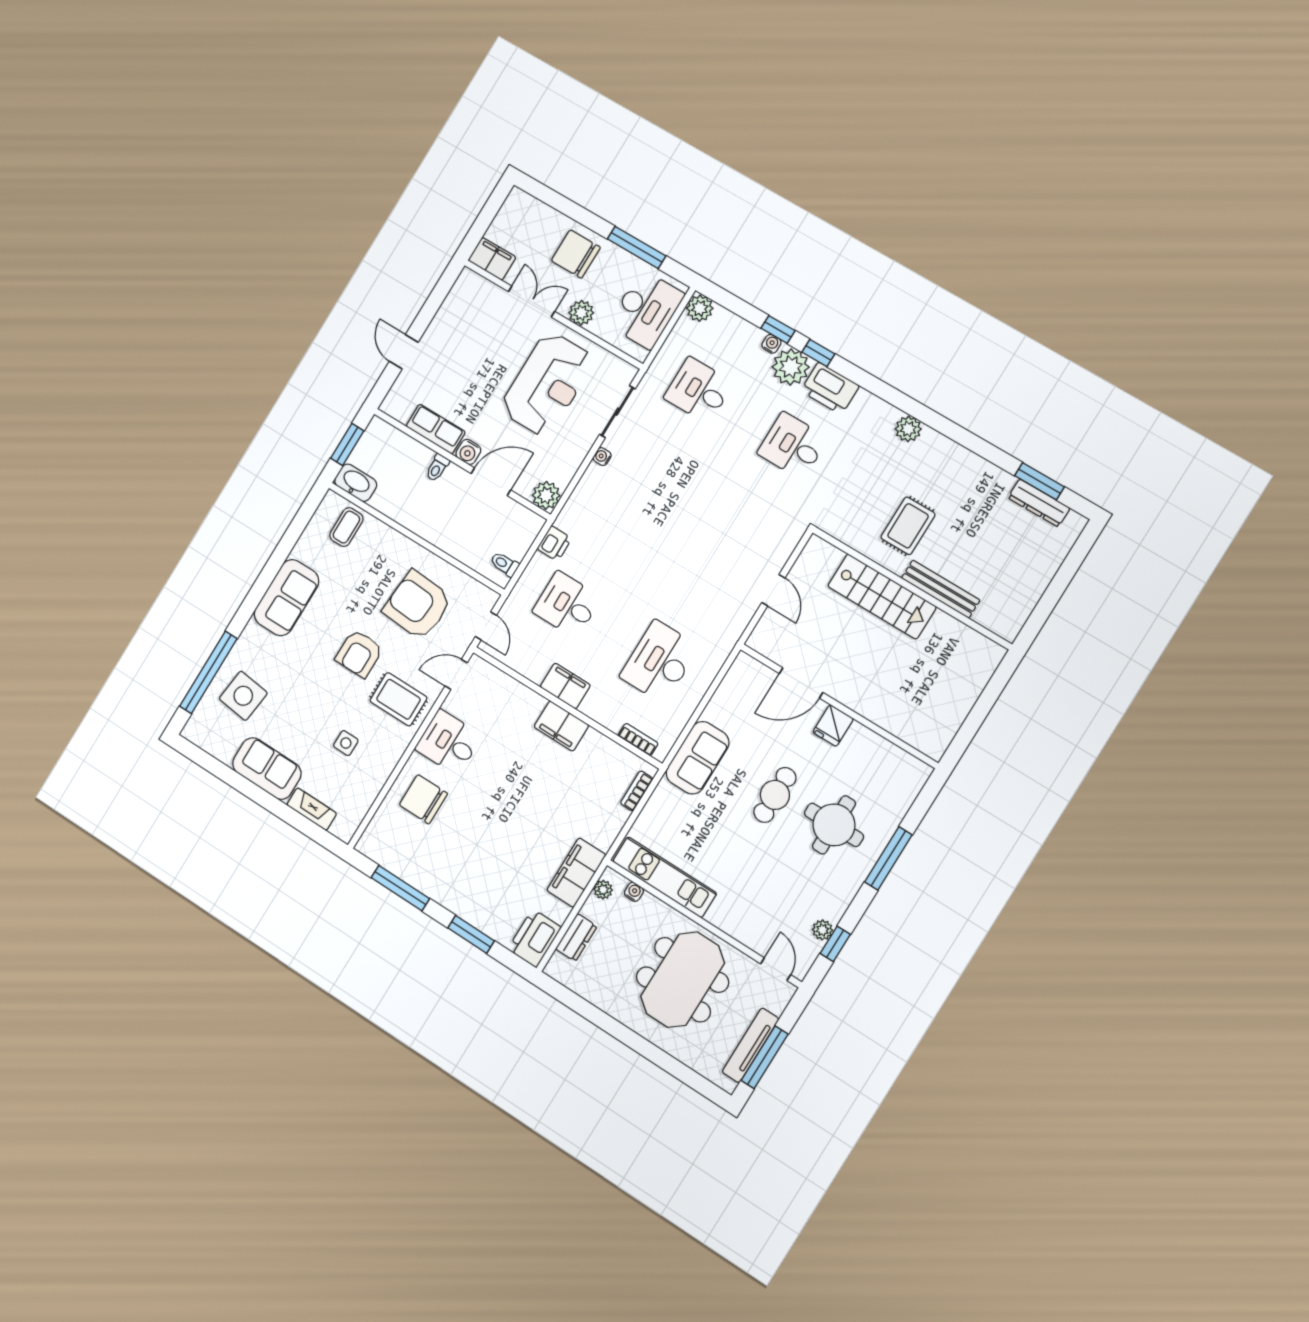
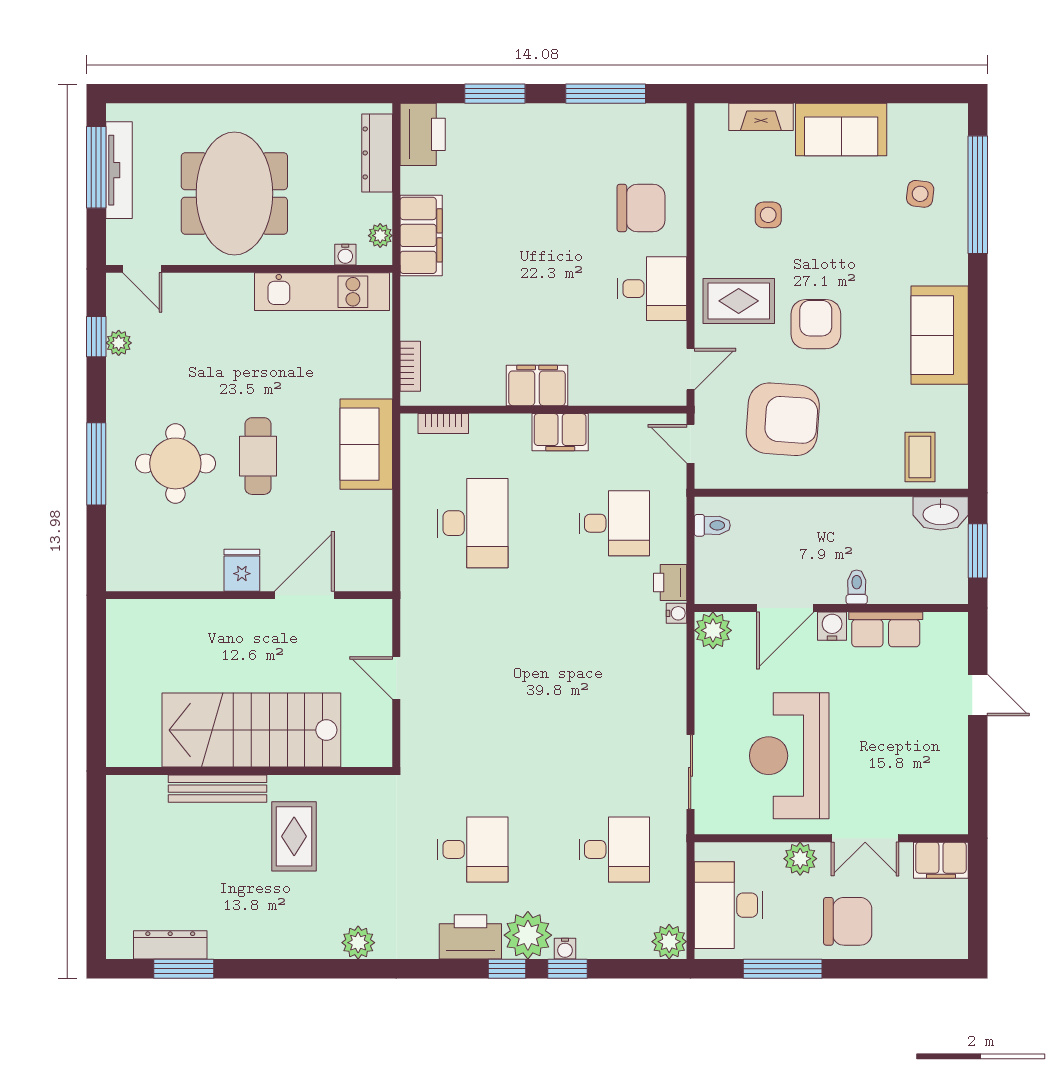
water cooler: (602, 457) -> (677, 613), moved
stairs: (882, 596) -> (251, 730), width x1.36, depth x1.51
side table: (243, 696) -> (920, 194), width x0.54, depth x0.54
dresser: (576, 938) -> (377, 153), width x1.44

